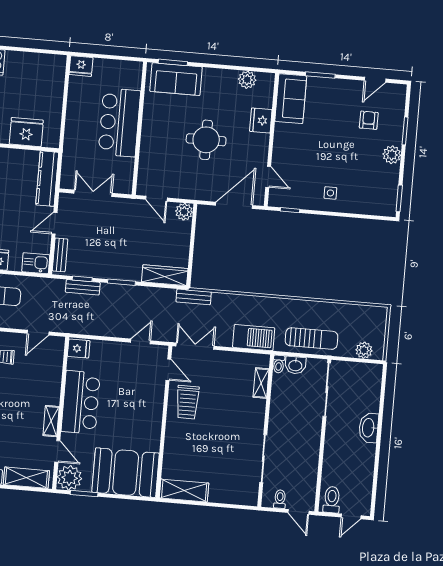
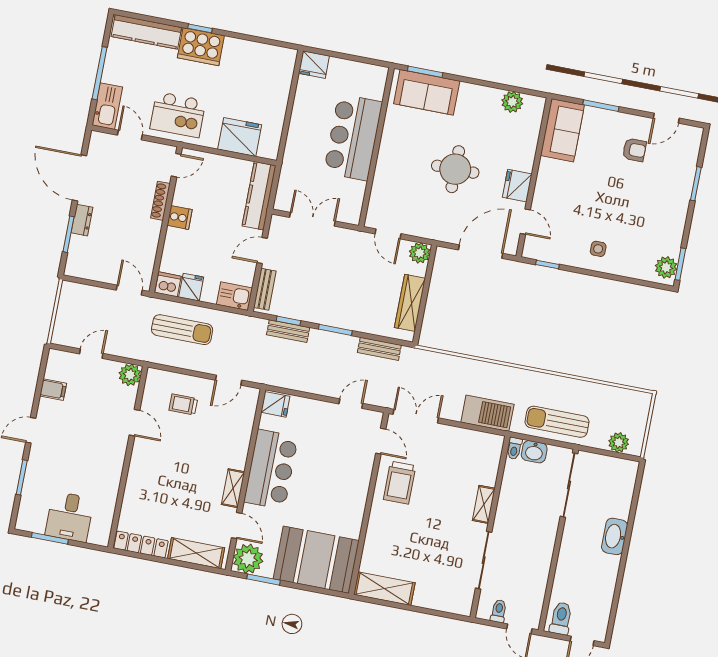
fridge: (261, 120) -> (517, 186), moved
armchair: (369, 120) -> (634, 150), moved, turned 90
plant: (392, 155) -> (666, 267), moved
wardrobe: (165, 275) -> (410, 303), moved, turned -90
bench: (194, 297) -> (379, 349), moved
sun lounger: (312, 339) -> (557, 422), turned 180
shelving: (261, 383) -> (484, 504), moved

